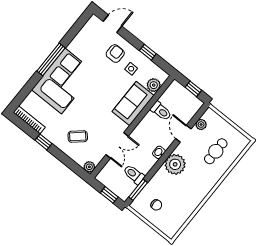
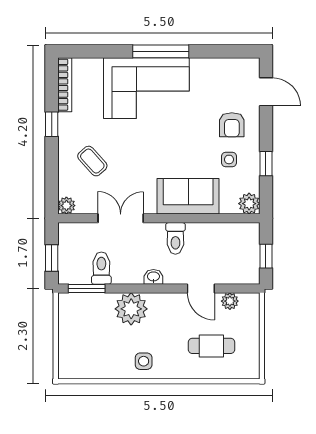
armchair: (115, 54) -> (232, 125), turned 90
plant: (154, 85) -> (249, 204), moved
toilet: (161, 111) -> (175, 238), moved
door: (183, 134) -> (201, 288), swing flipped
double door: (117, 145) -> (121, 218), swing flipped
plant: (175, 164) -> (131, 309), moved
side table: (196, 191) -> (144, 361), added
chair: (156, 205) -> (86, 326), removed

